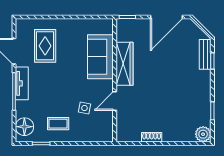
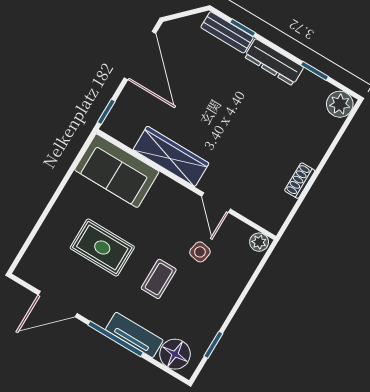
rug: (45, 46) -> (102, 248), moved
sofa: (100, 57) -> (117, 171), moved
tv unit: (22, 83) -> (134, 335), moved
dresser: (204, 88) -> (274, 62), added
coffee table: (58, 124) -> (159, 279), moved
plant: (108, 135) -> (259, 242), added

